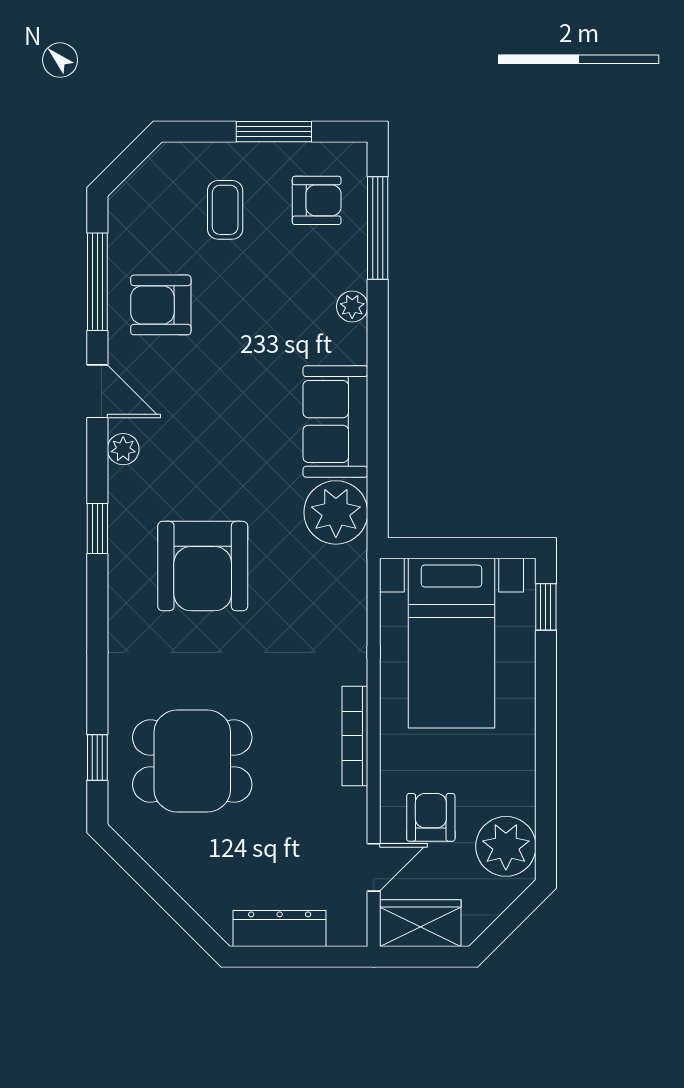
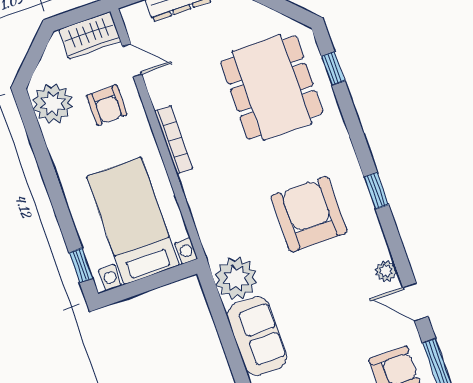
window: (97, 528) -> (376, 191), moved
dining table: (192, 761) -> (272, 87), width x1.37
door: (374, 867) -> (132, 60), swing flipped

